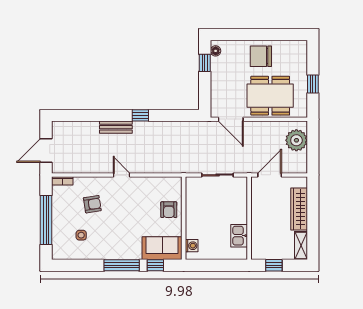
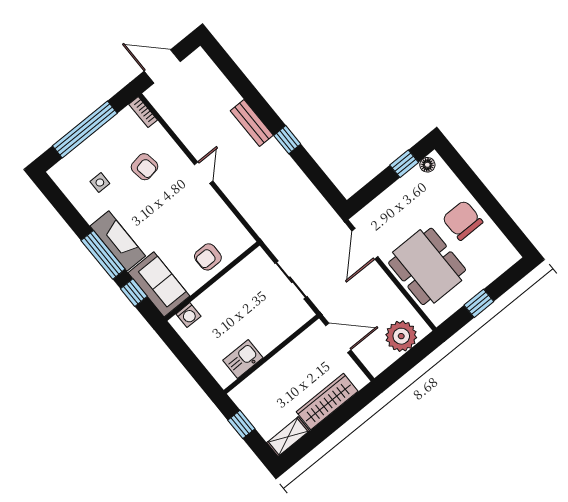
fireplace: (121, 251) -> (118, 241), added

